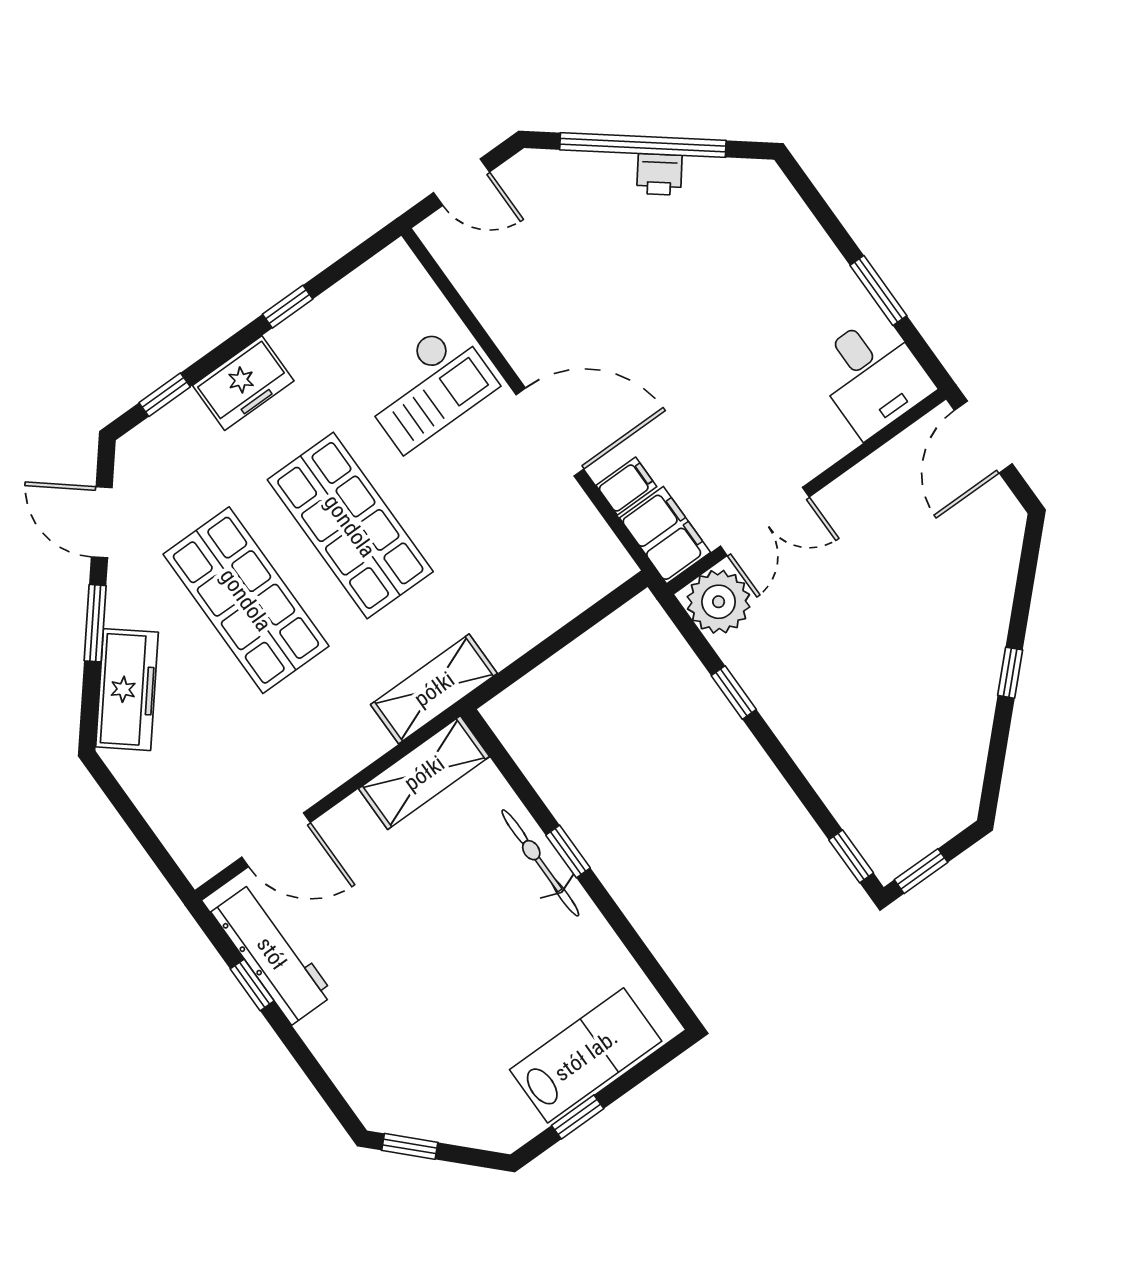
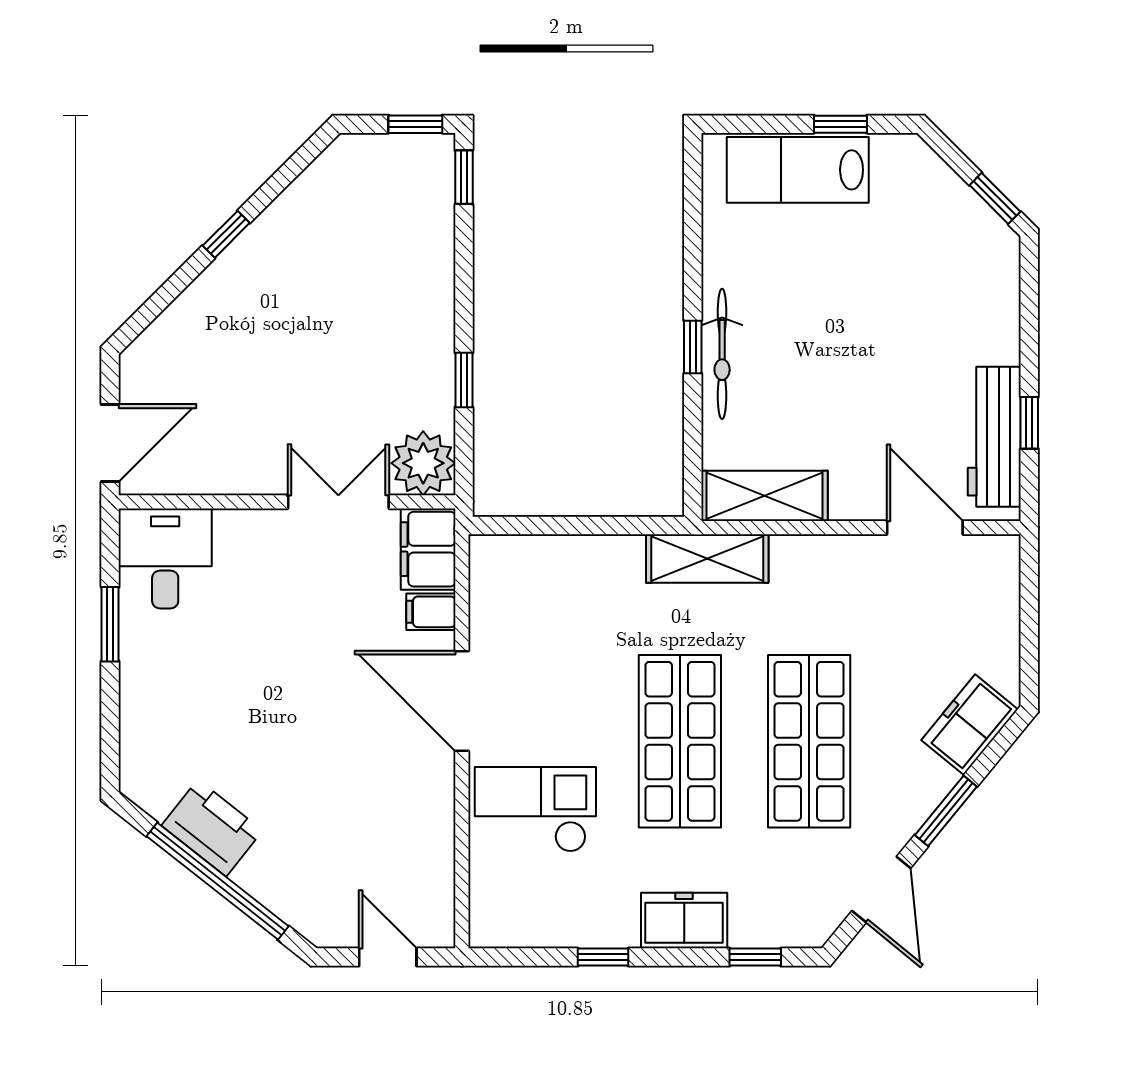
printer: (659, 174) -> (212, 828), width x1.87, depth x1.48
freezer: (127, 690) -> (970, 725), width x0.71

